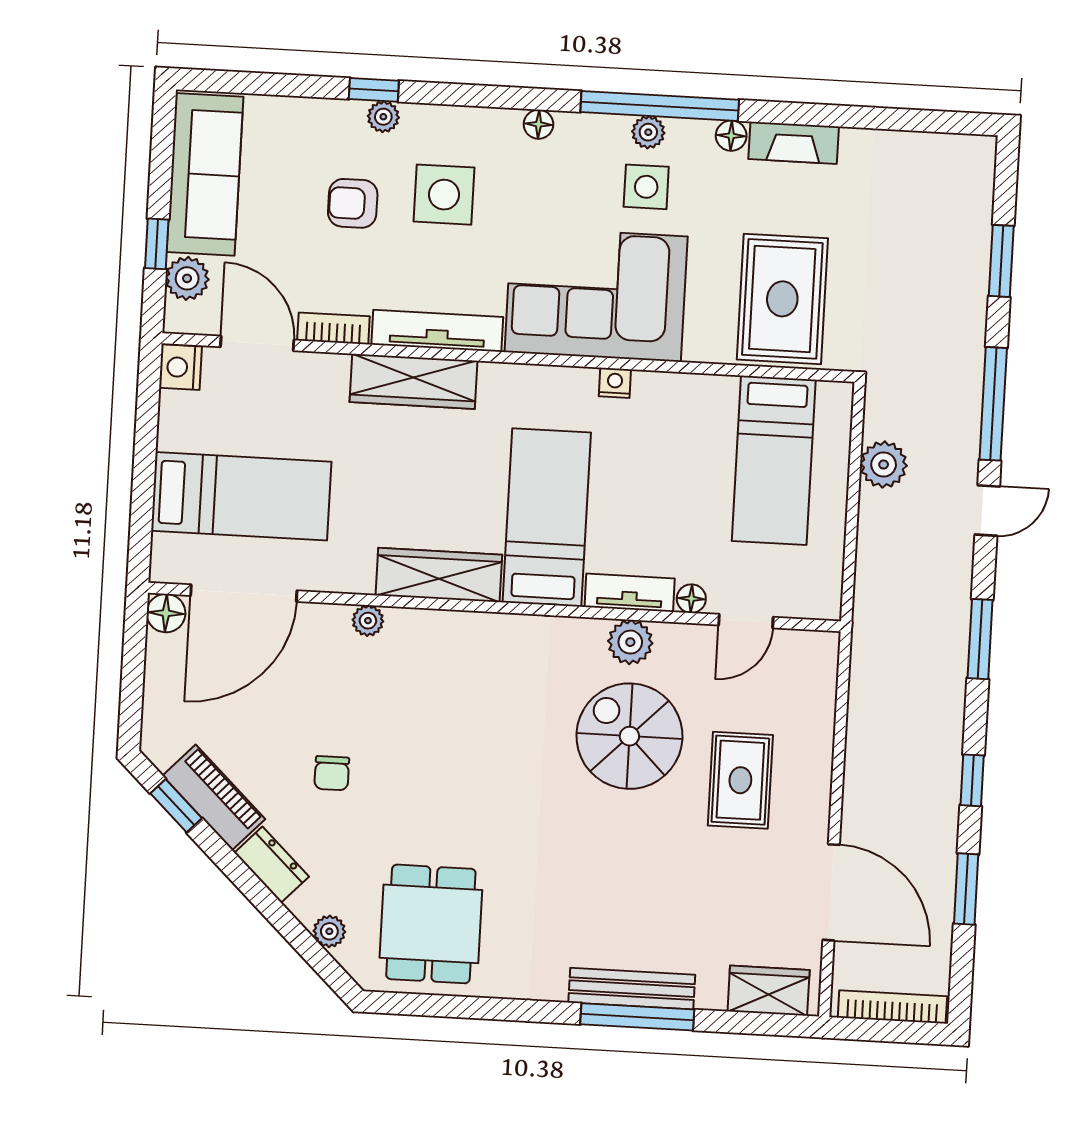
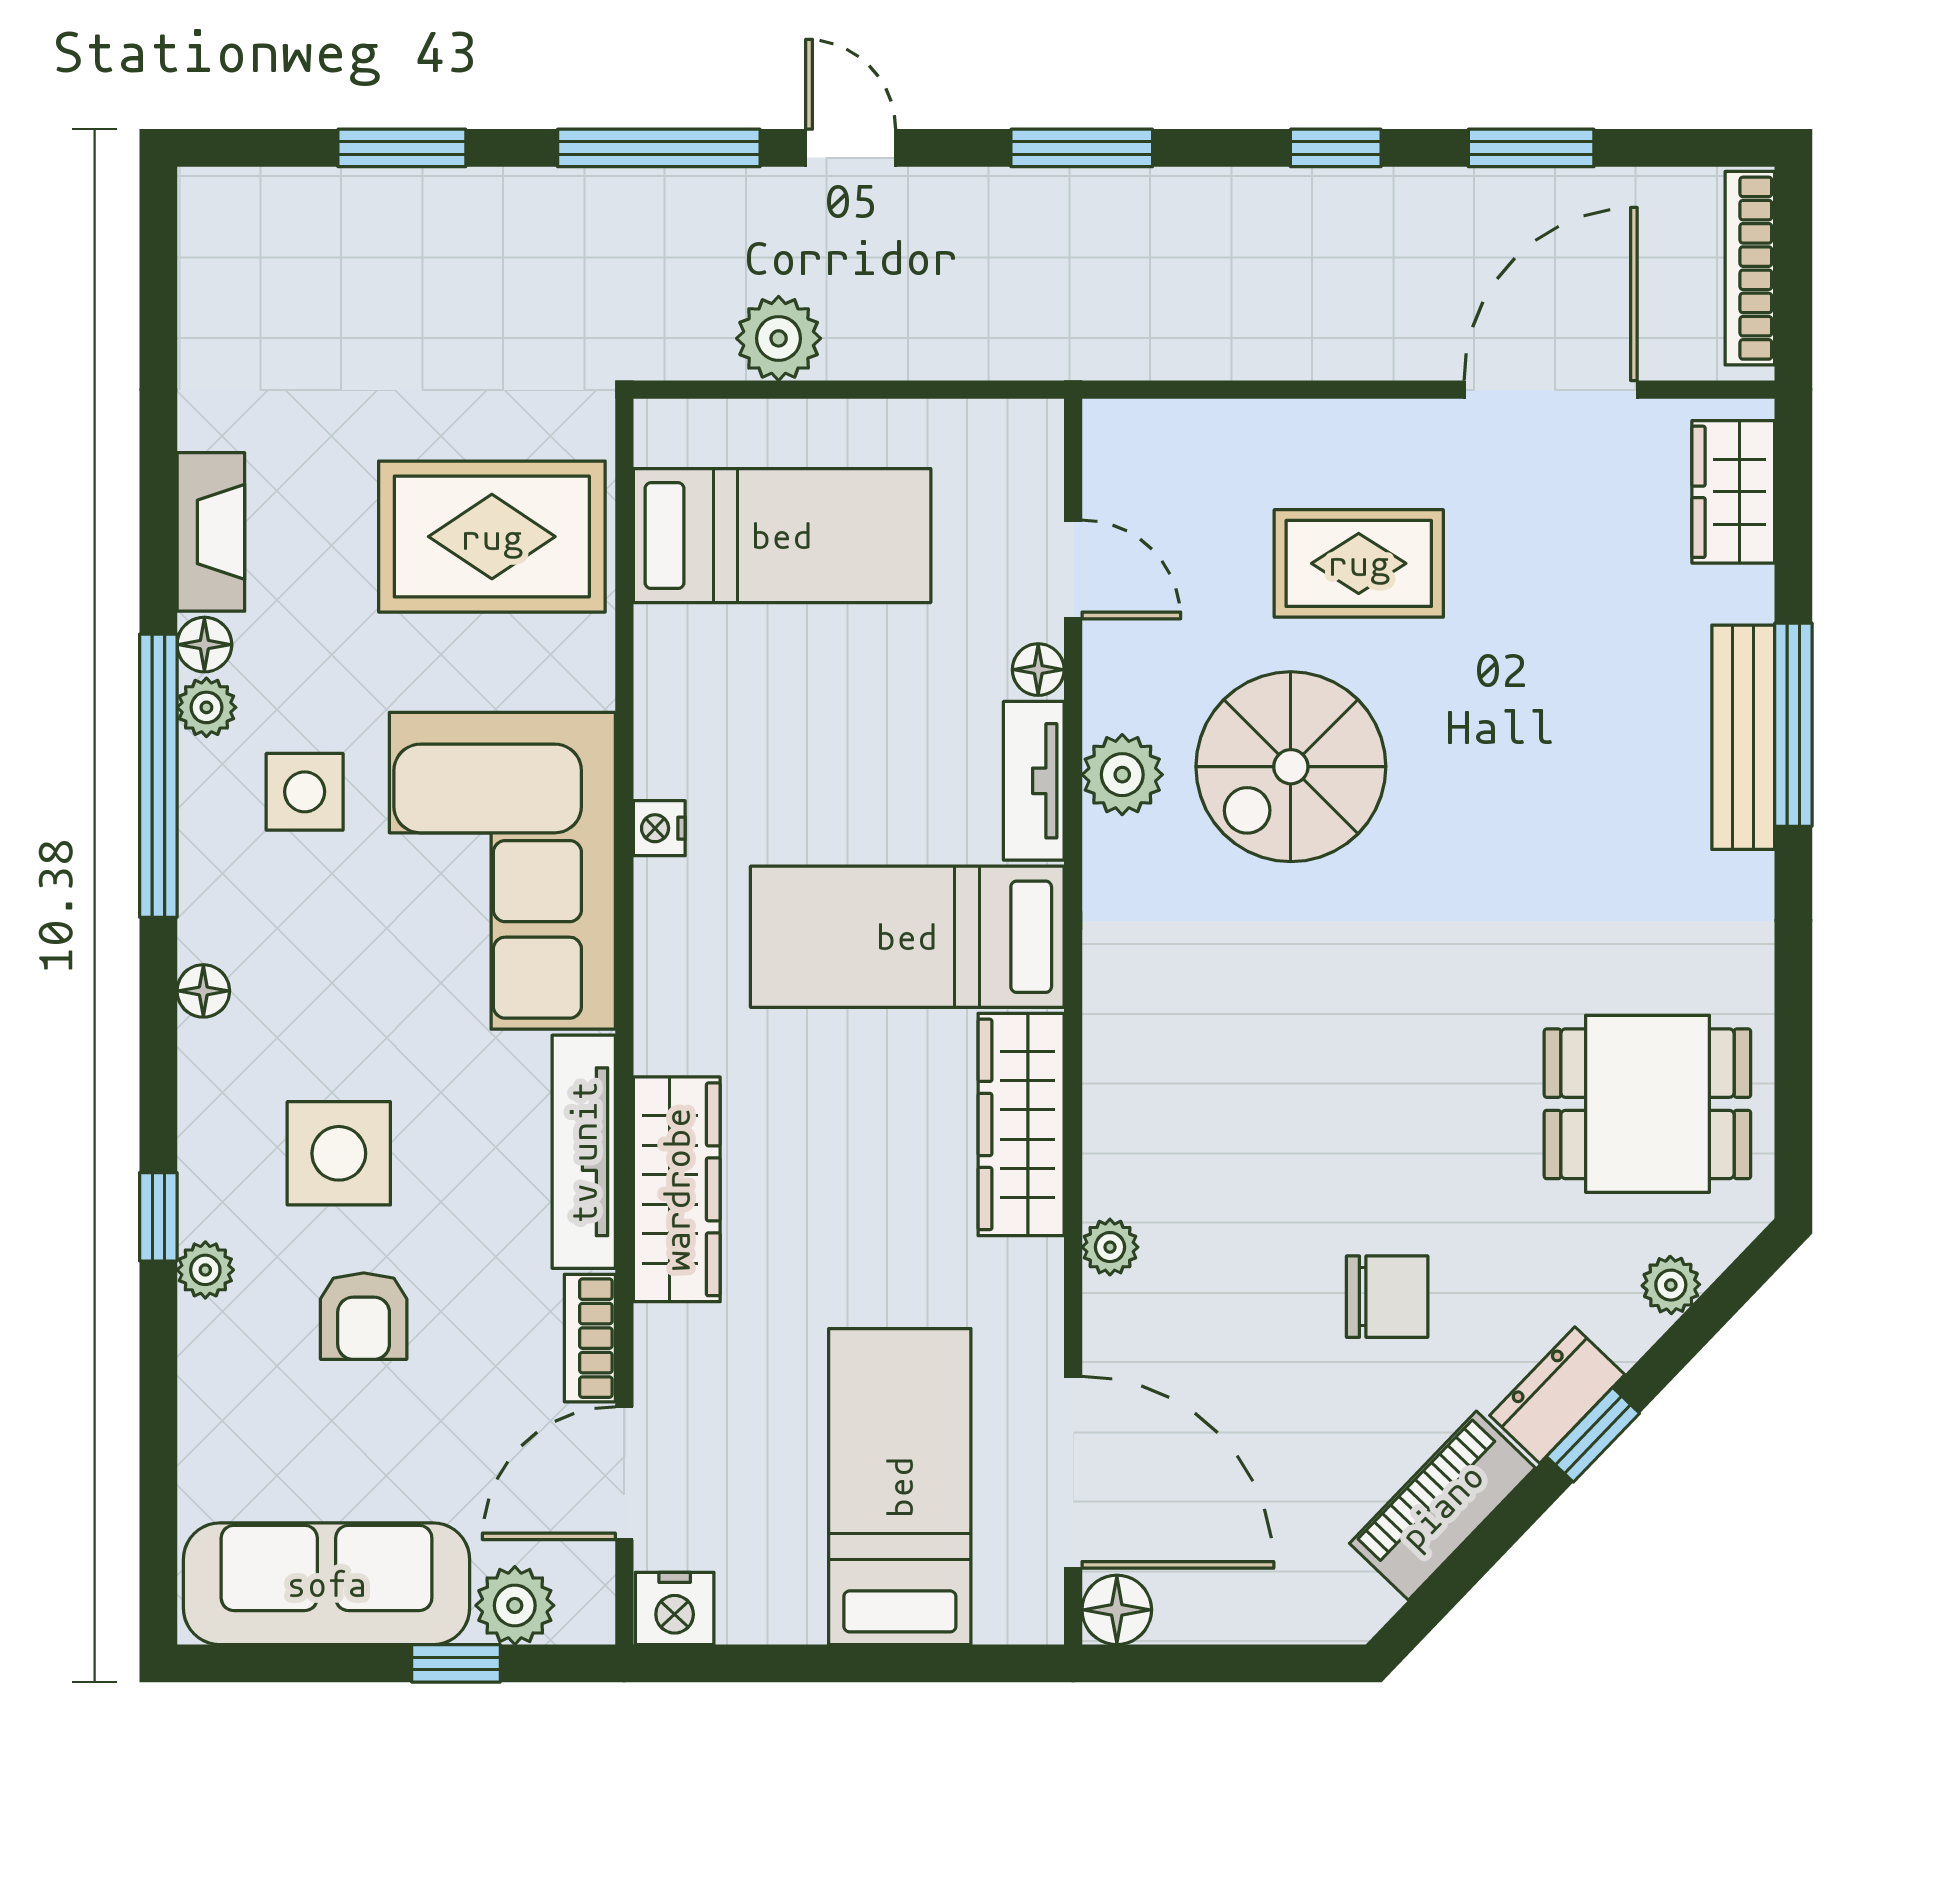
window: (374, 90) -> (158, 1217), moved
plant: (648, 132) -> (206, 707), moved
chair: (332, 773) -> (1387, 1297), width x1.37, depth x1.37
window: (176, 806) -> (1593, 1435), moved

